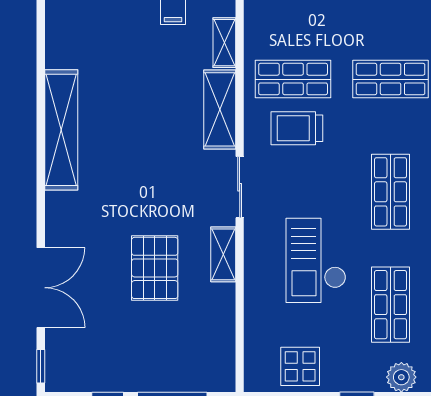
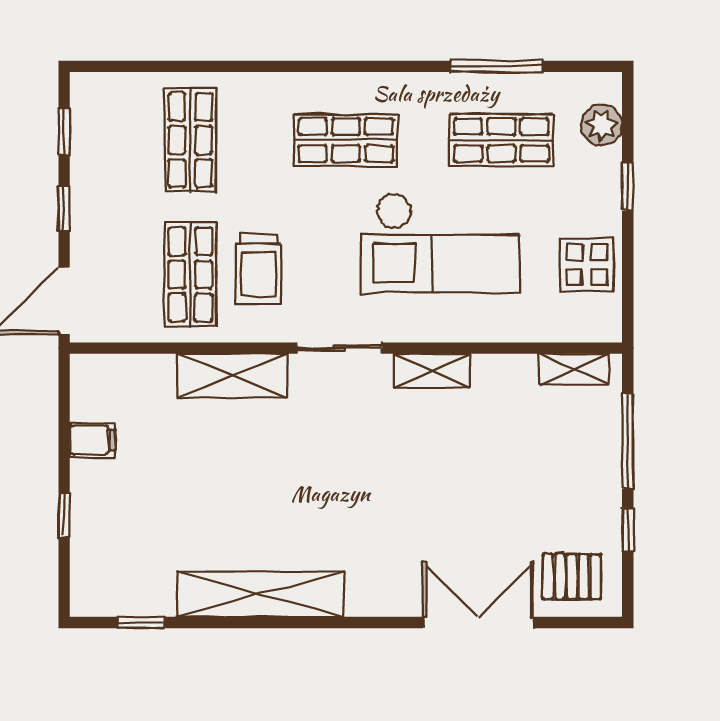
shelving: (224, 43) -> (574, 369), moved
checkout: (316, 260) -> (440, 243), width x1.36, depth x1.21
pallet: (155, 268) -> (572, 577), moved, width x0.67, depth x0.71
window: (41, 366) -> (141, 623), moved

